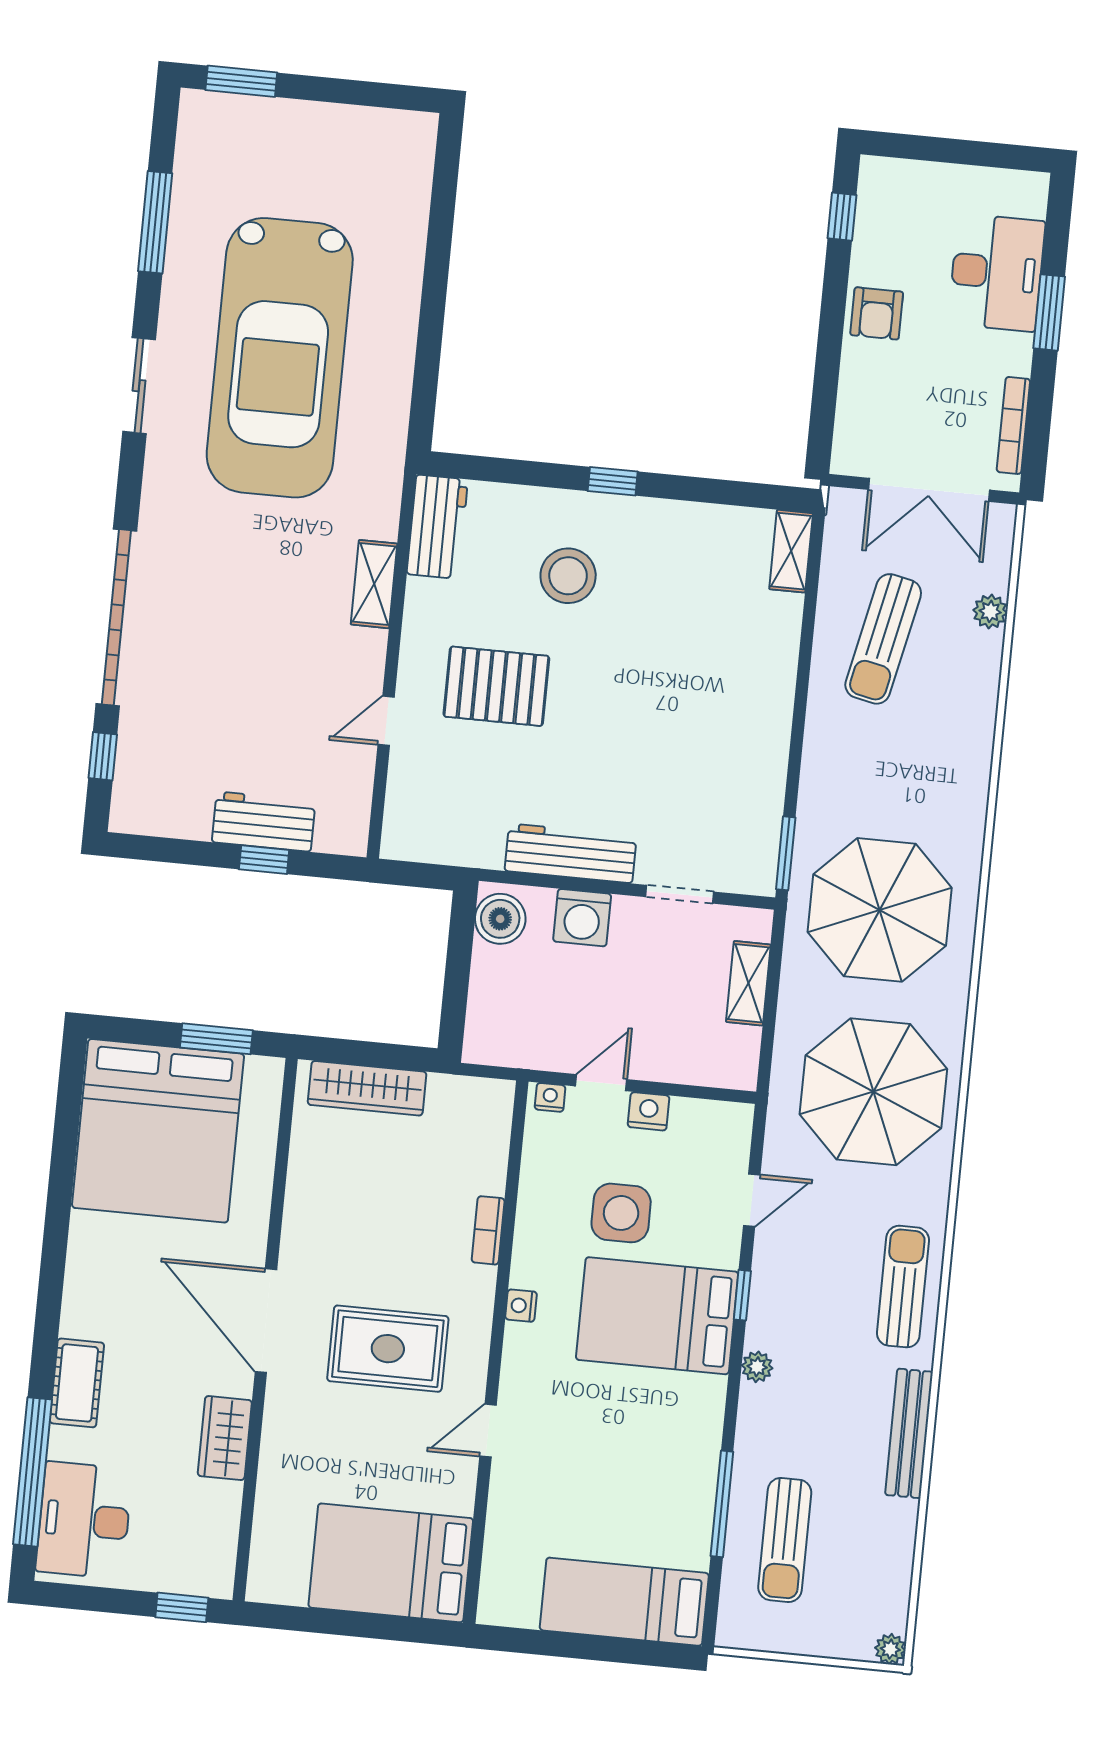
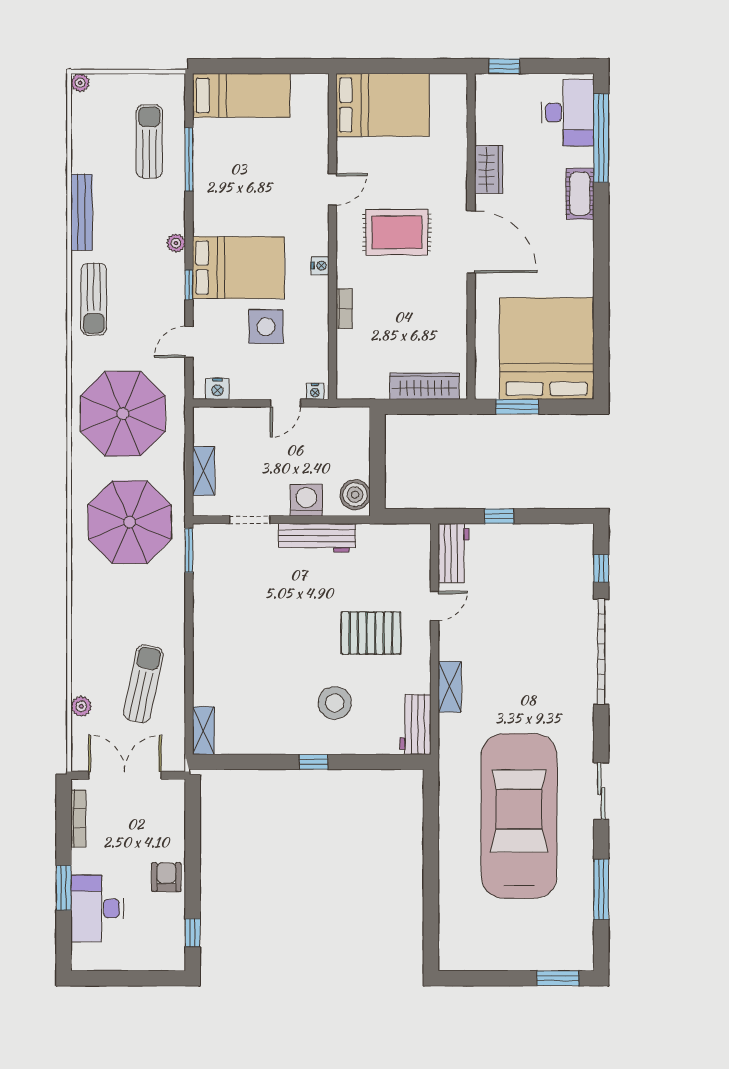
workbench: (264, 822) -> (454, 553), moved, turned -90
nightstand: (649, 1111) -> (217, 389), moved

